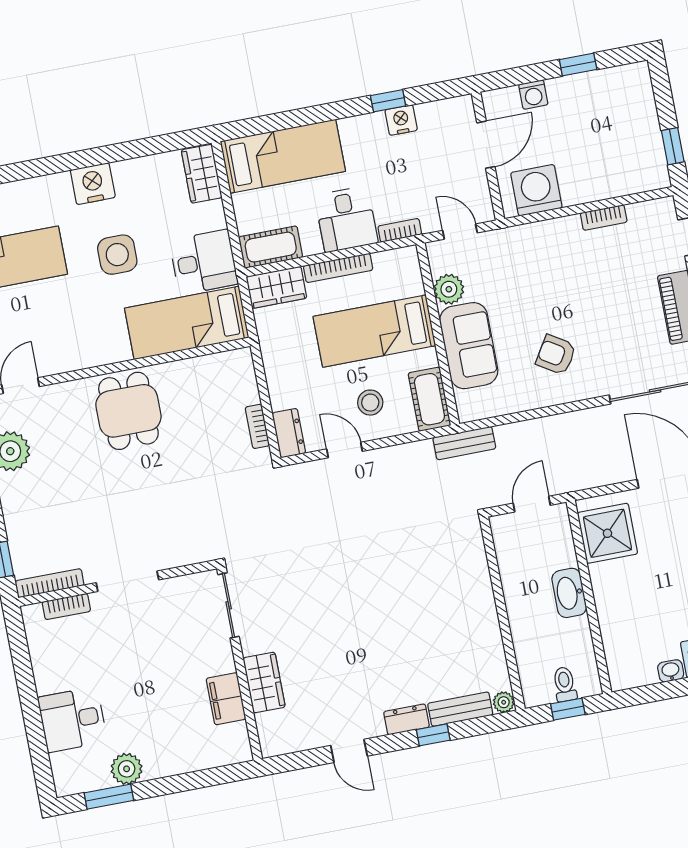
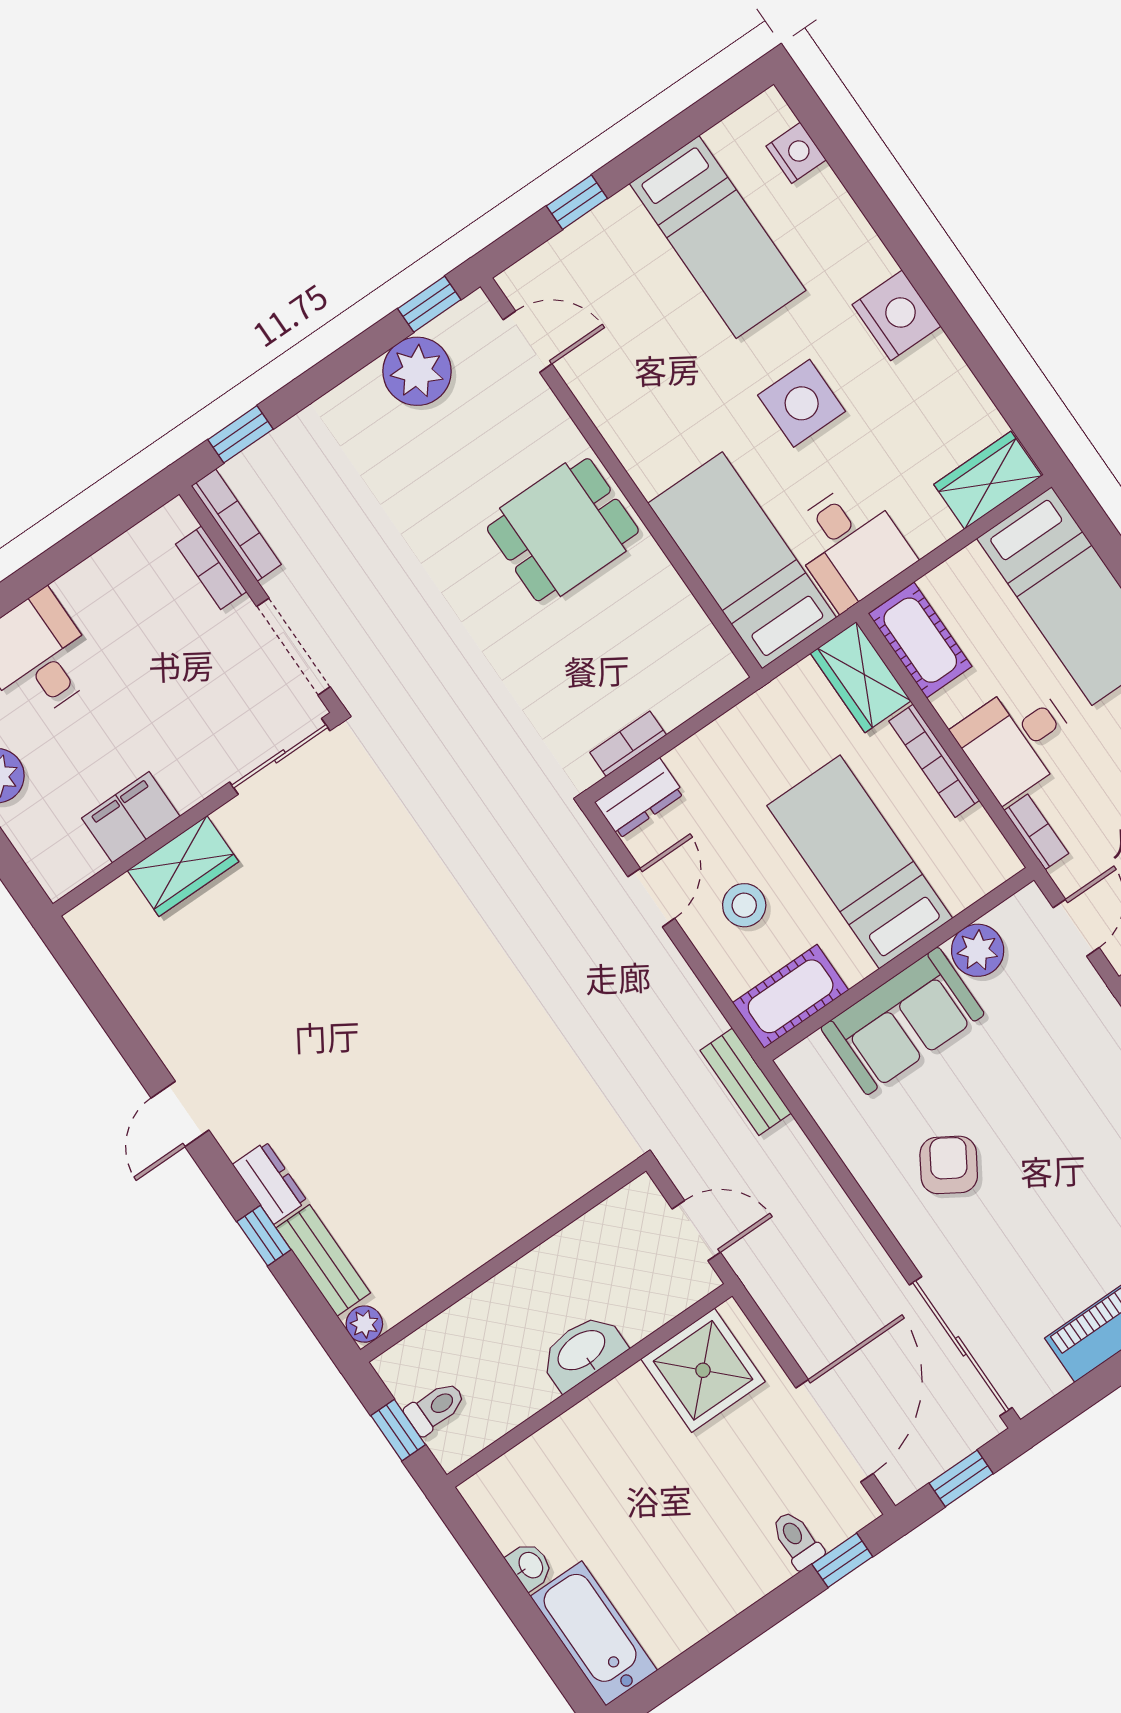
sliding door: (229, 605) -> (280, 756), moved
wall: (240, 664) -> (196, 814), moved
wardrobe: (264, 683) -> (183, 866), moved
filing cabinet: (226, 699) -> (131, 817), moved

